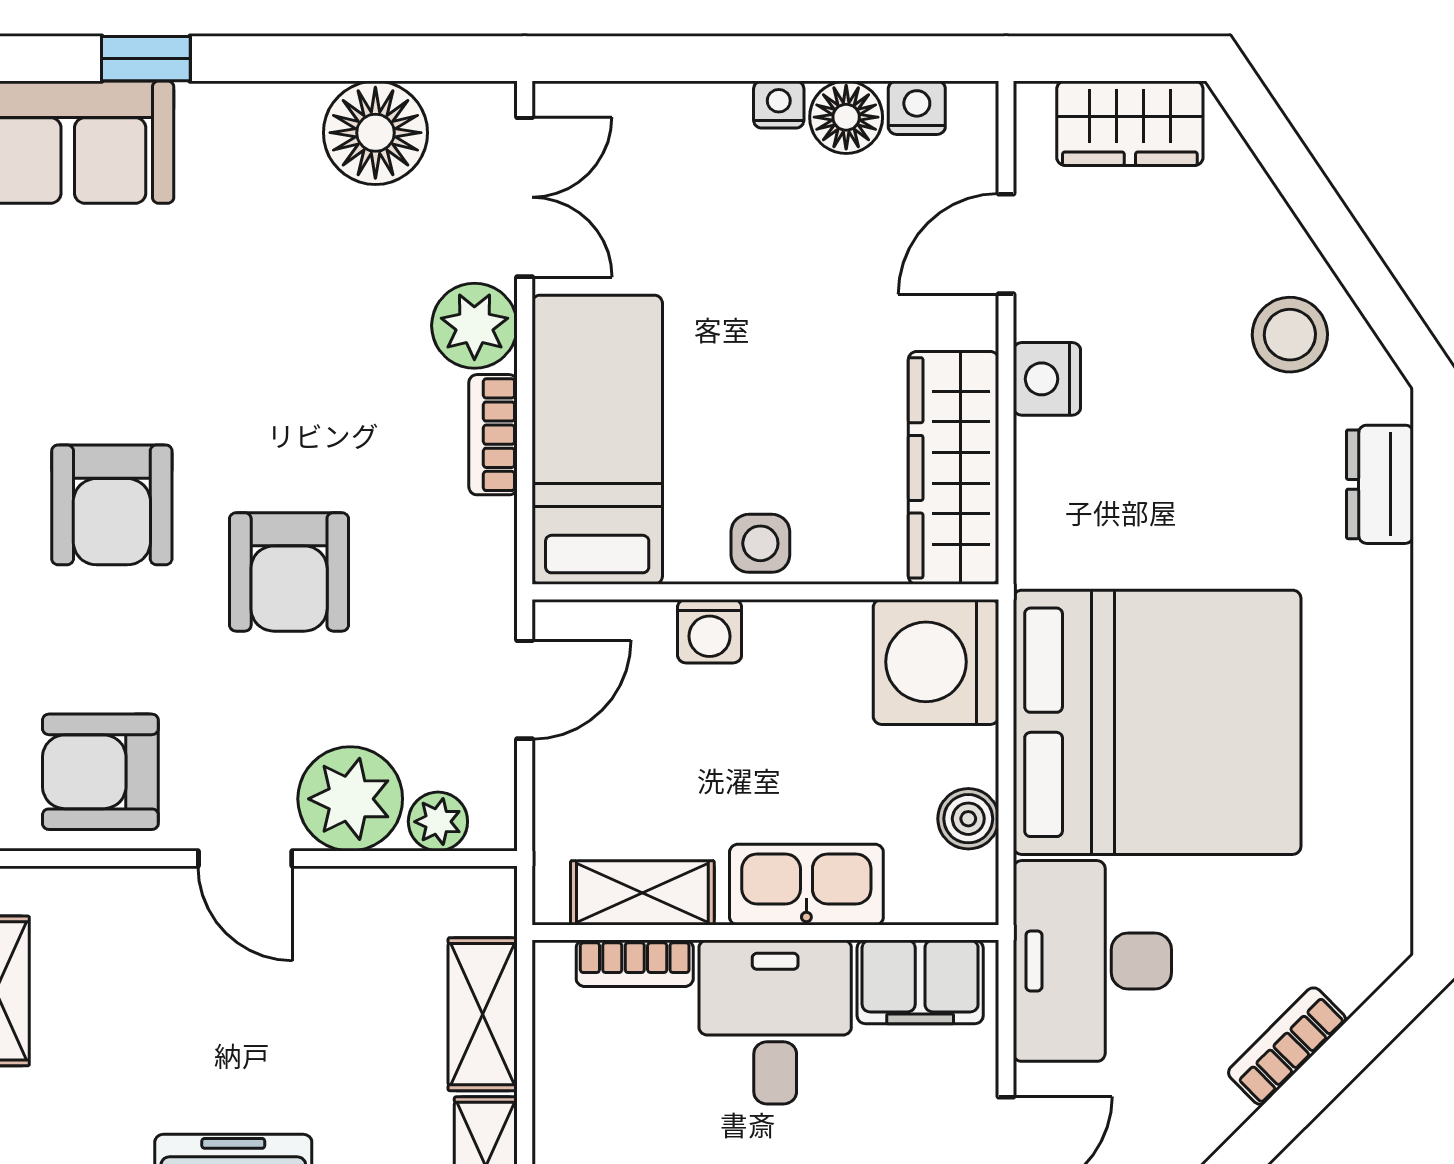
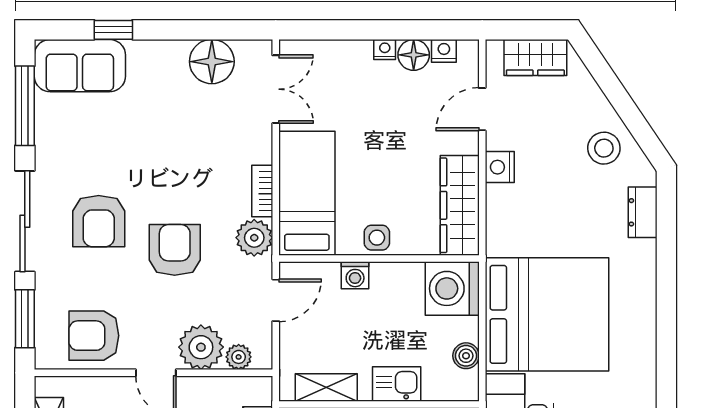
plant: (474, 326) -> (254, 238), moved
armchair: (289, 572) -> (175, 250), turned 180
kitchen sink: (806, 885) -> (397, 384), width x0.73

